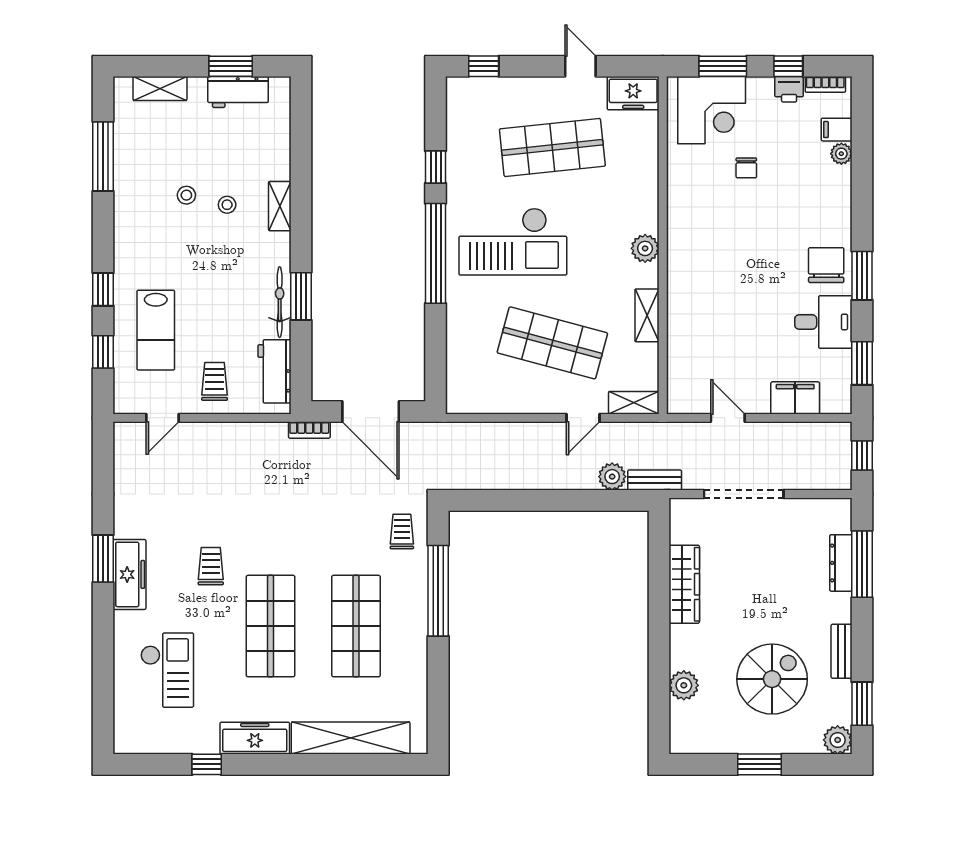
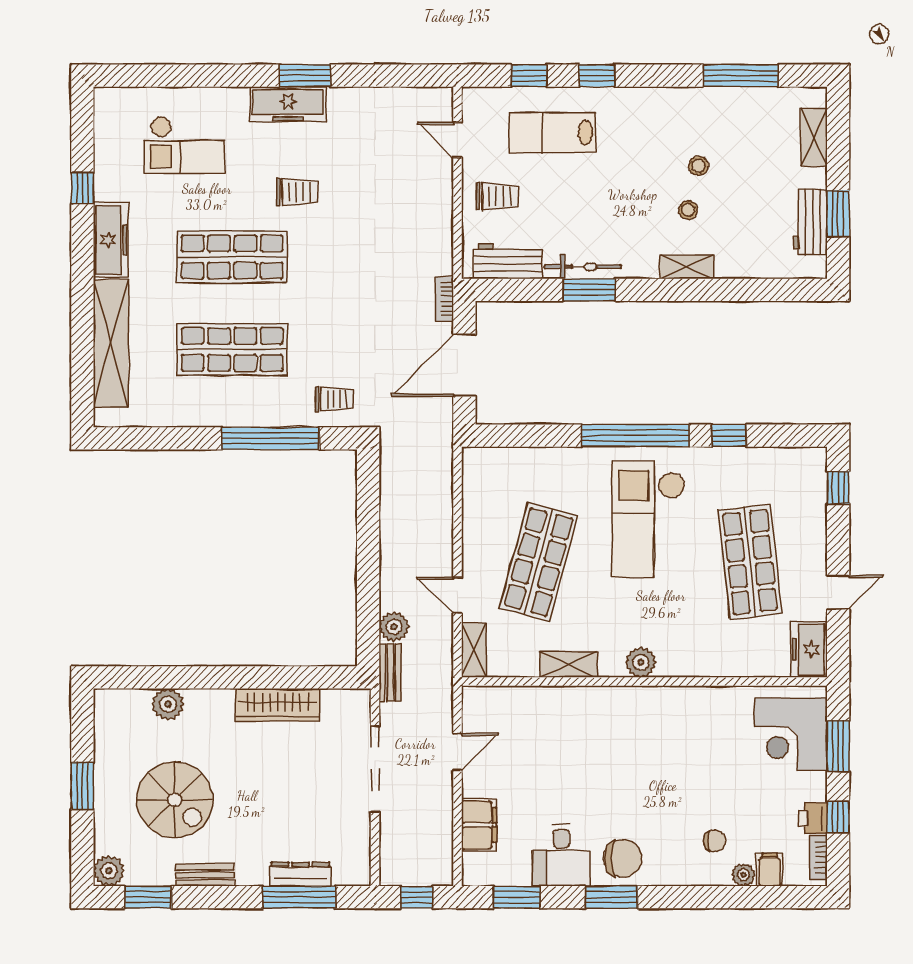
chair: (746, 168) -> (715, 841), moved, turned 180

